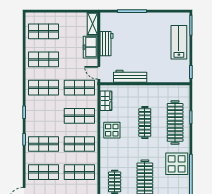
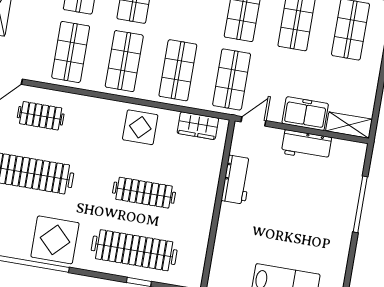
workbench: (130, 76) -> (237, 180), width x0.73

